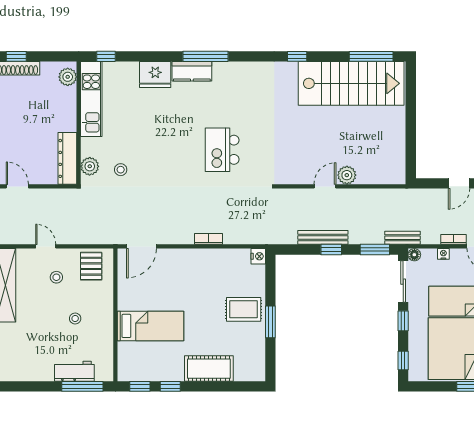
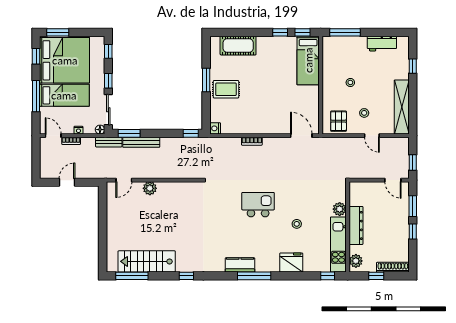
window: (16, 56) -> (376, 276), moved
kitchen counter: (192, 71) -> (240, 265), moved
stairs: (351, 83) -> (147, 261), width x0.73, depth x0.66
kitchen island: (222, 150) -> (258, 205), moved, turned -90
dresser: (67, 158) -> (356, 225), moved
plant: (90, 166) -> (340, 209), moved
stool: (121, 170) -> (297, 224), moved
door: (325, 186) -> (124, 180), moved
bench: (323, 237) -> (141, 142), moved
door: (142, 246) -> (301, 136), hinge flipped
window: (331, 249) -> (191, 133), moved
bed: (151, 326) -> (308, 60), moved, turned -90
cot: (209, 369) -> (238, 46), moved
workbench: (74, 371) -> (382, 44), moved

